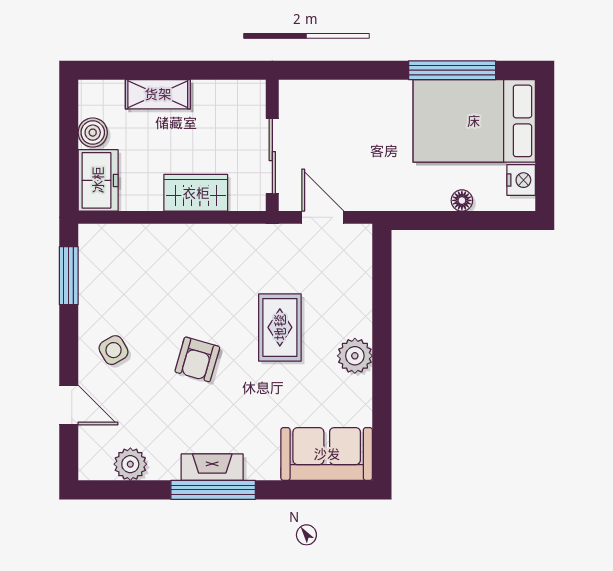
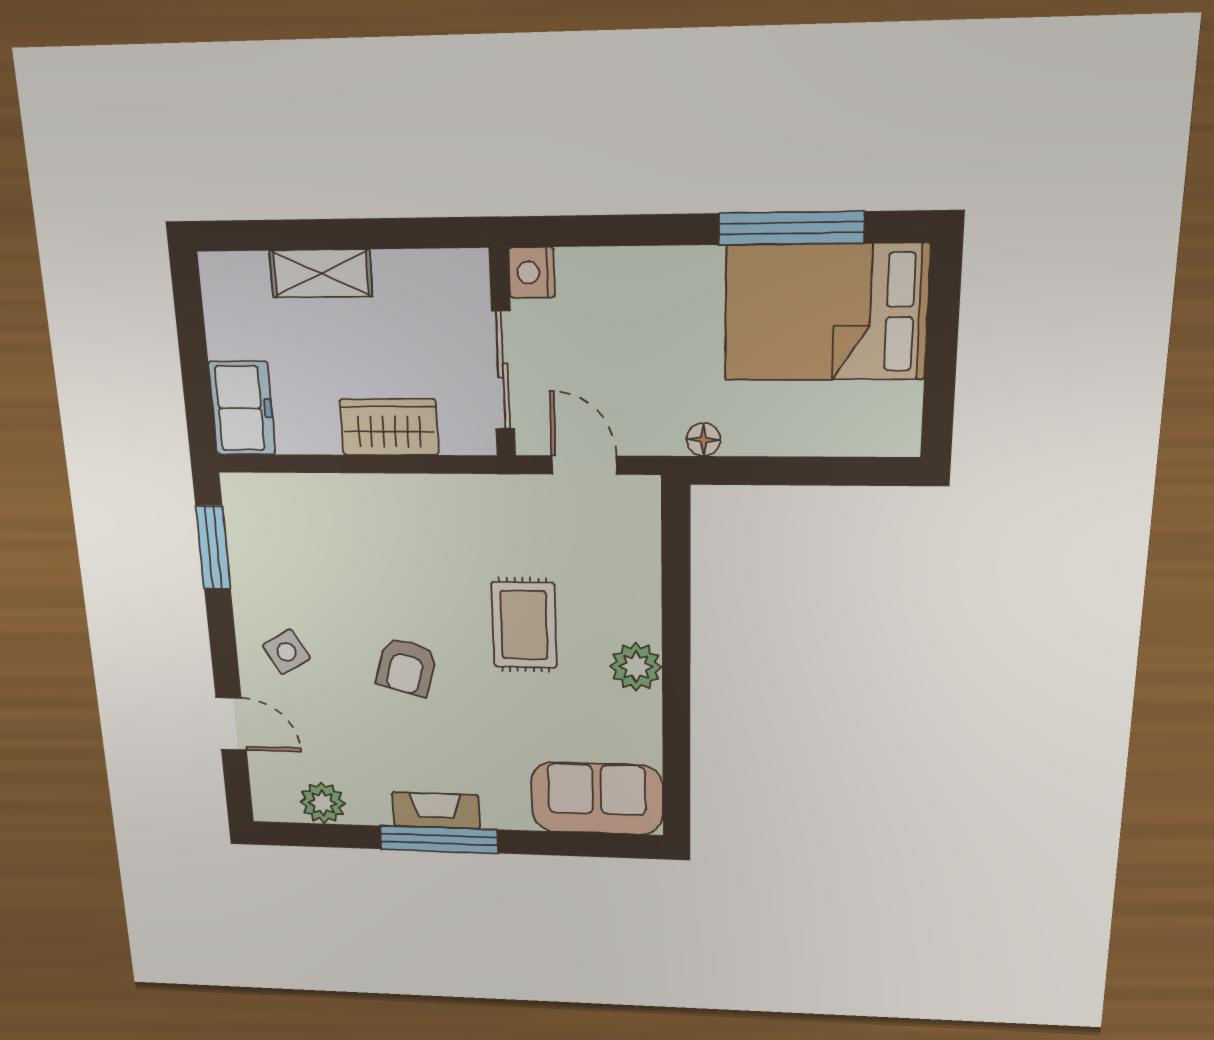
boiler: (93, 133) -> (227, 335), removed
nightstand: (521, 180) -> (532, 273), moved, turned 180
floor lamp: (462, 200) -> (704, 440), moved

